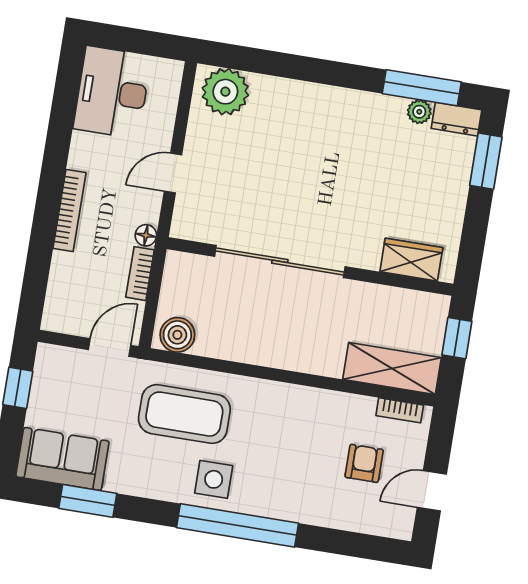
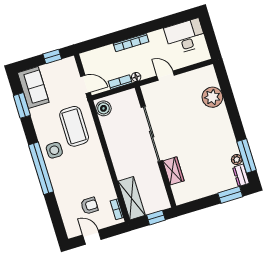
plant: (225, 92) -> (212, 97), moved
wardrobe: (411, 260) -> (173, 171), moved

